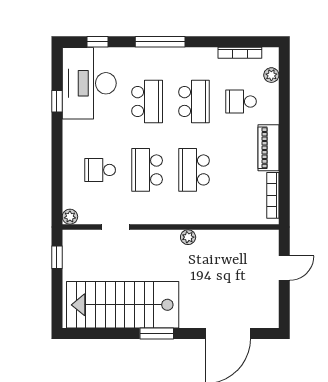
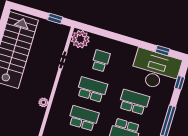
window: (57, 101) -> (163, 51), moved
school desk: (147, 102) -> (134, 102), turned 180
plant: (70, 217) -> (80, 39), width x1.88, depth x1.88

